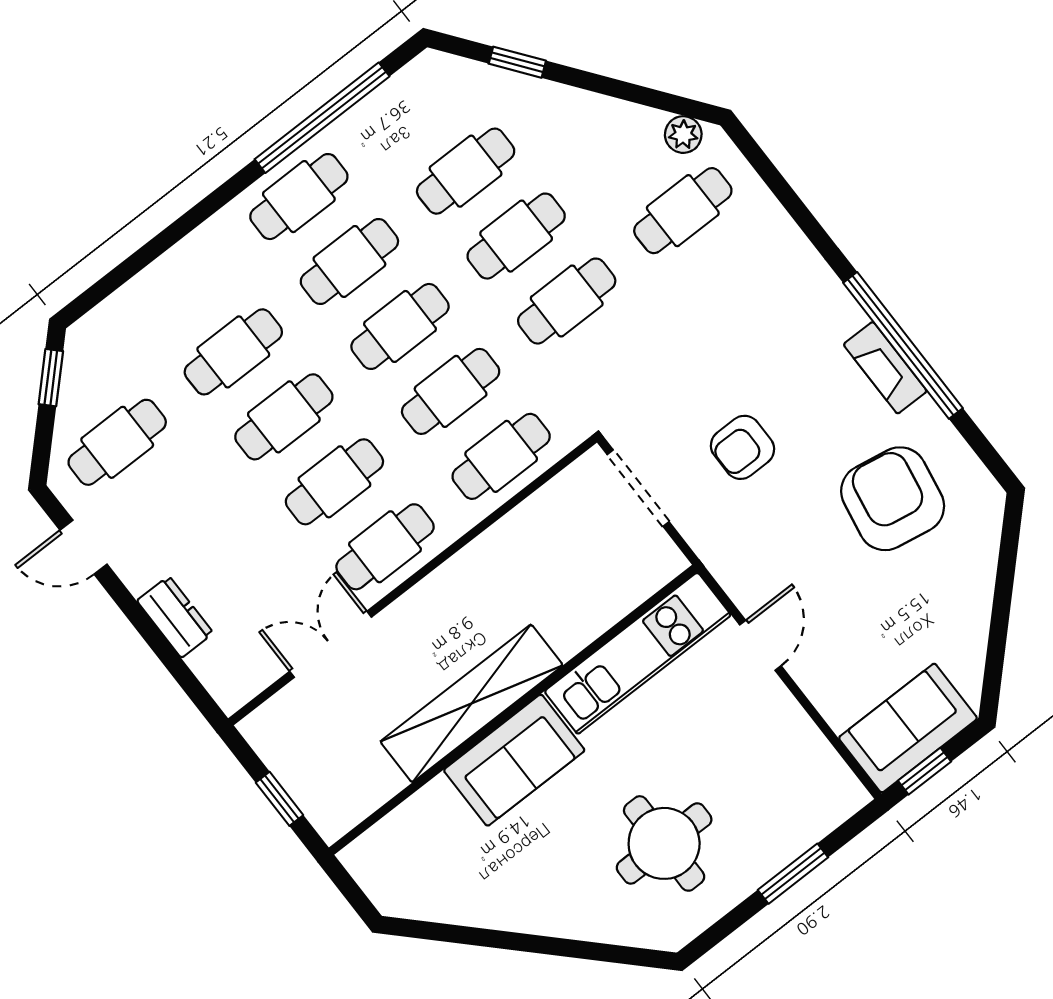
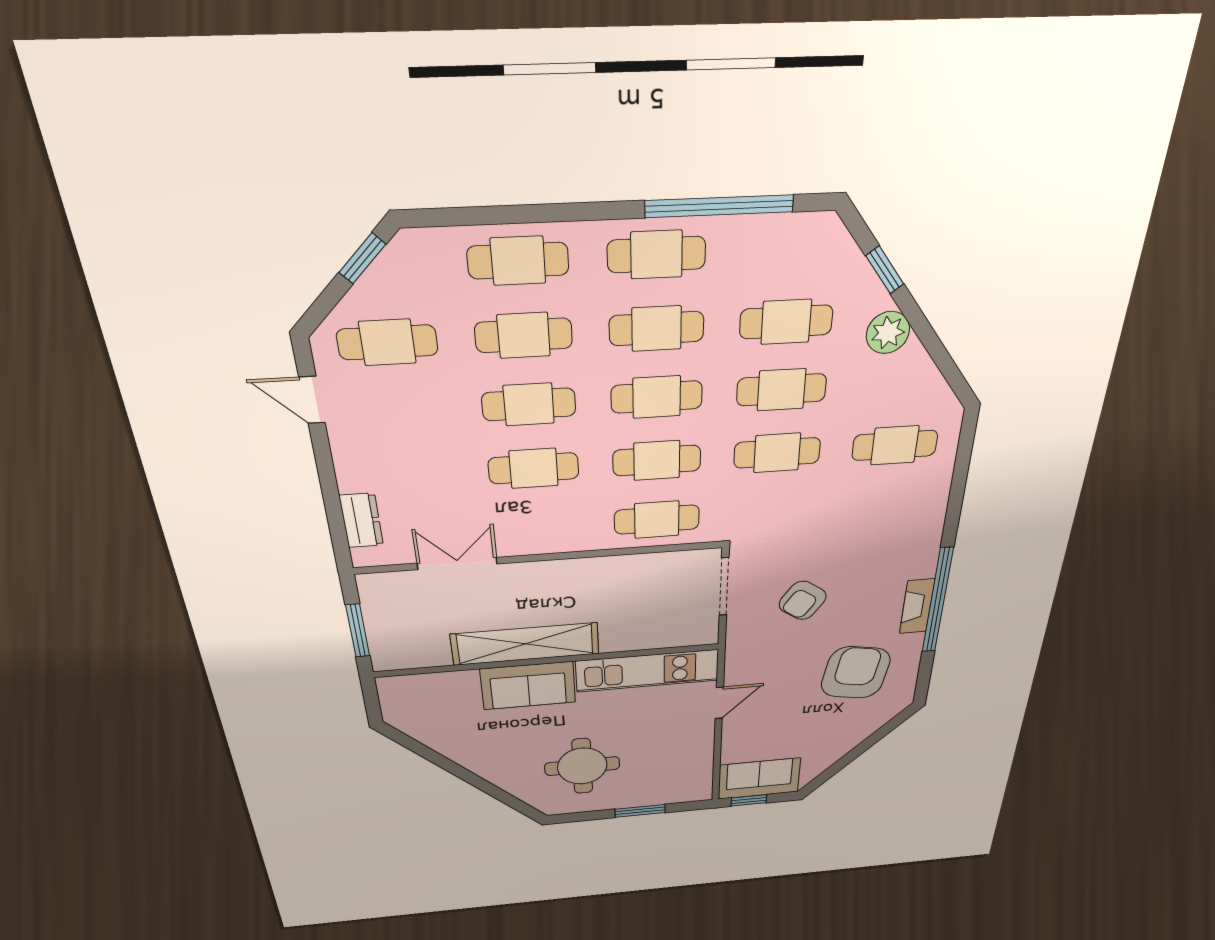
plant: (683, 135) -> (888, 333), moved, width x1.38, depth x1.38
armchair: (743, 447) -> (803, 600), turned -55
cafe table: (385, 547) -> (518, 261), moved
dresser: (175, 617) -> (361, 521), moved
window: (279, 799) -> (358, 631), width x1.50

